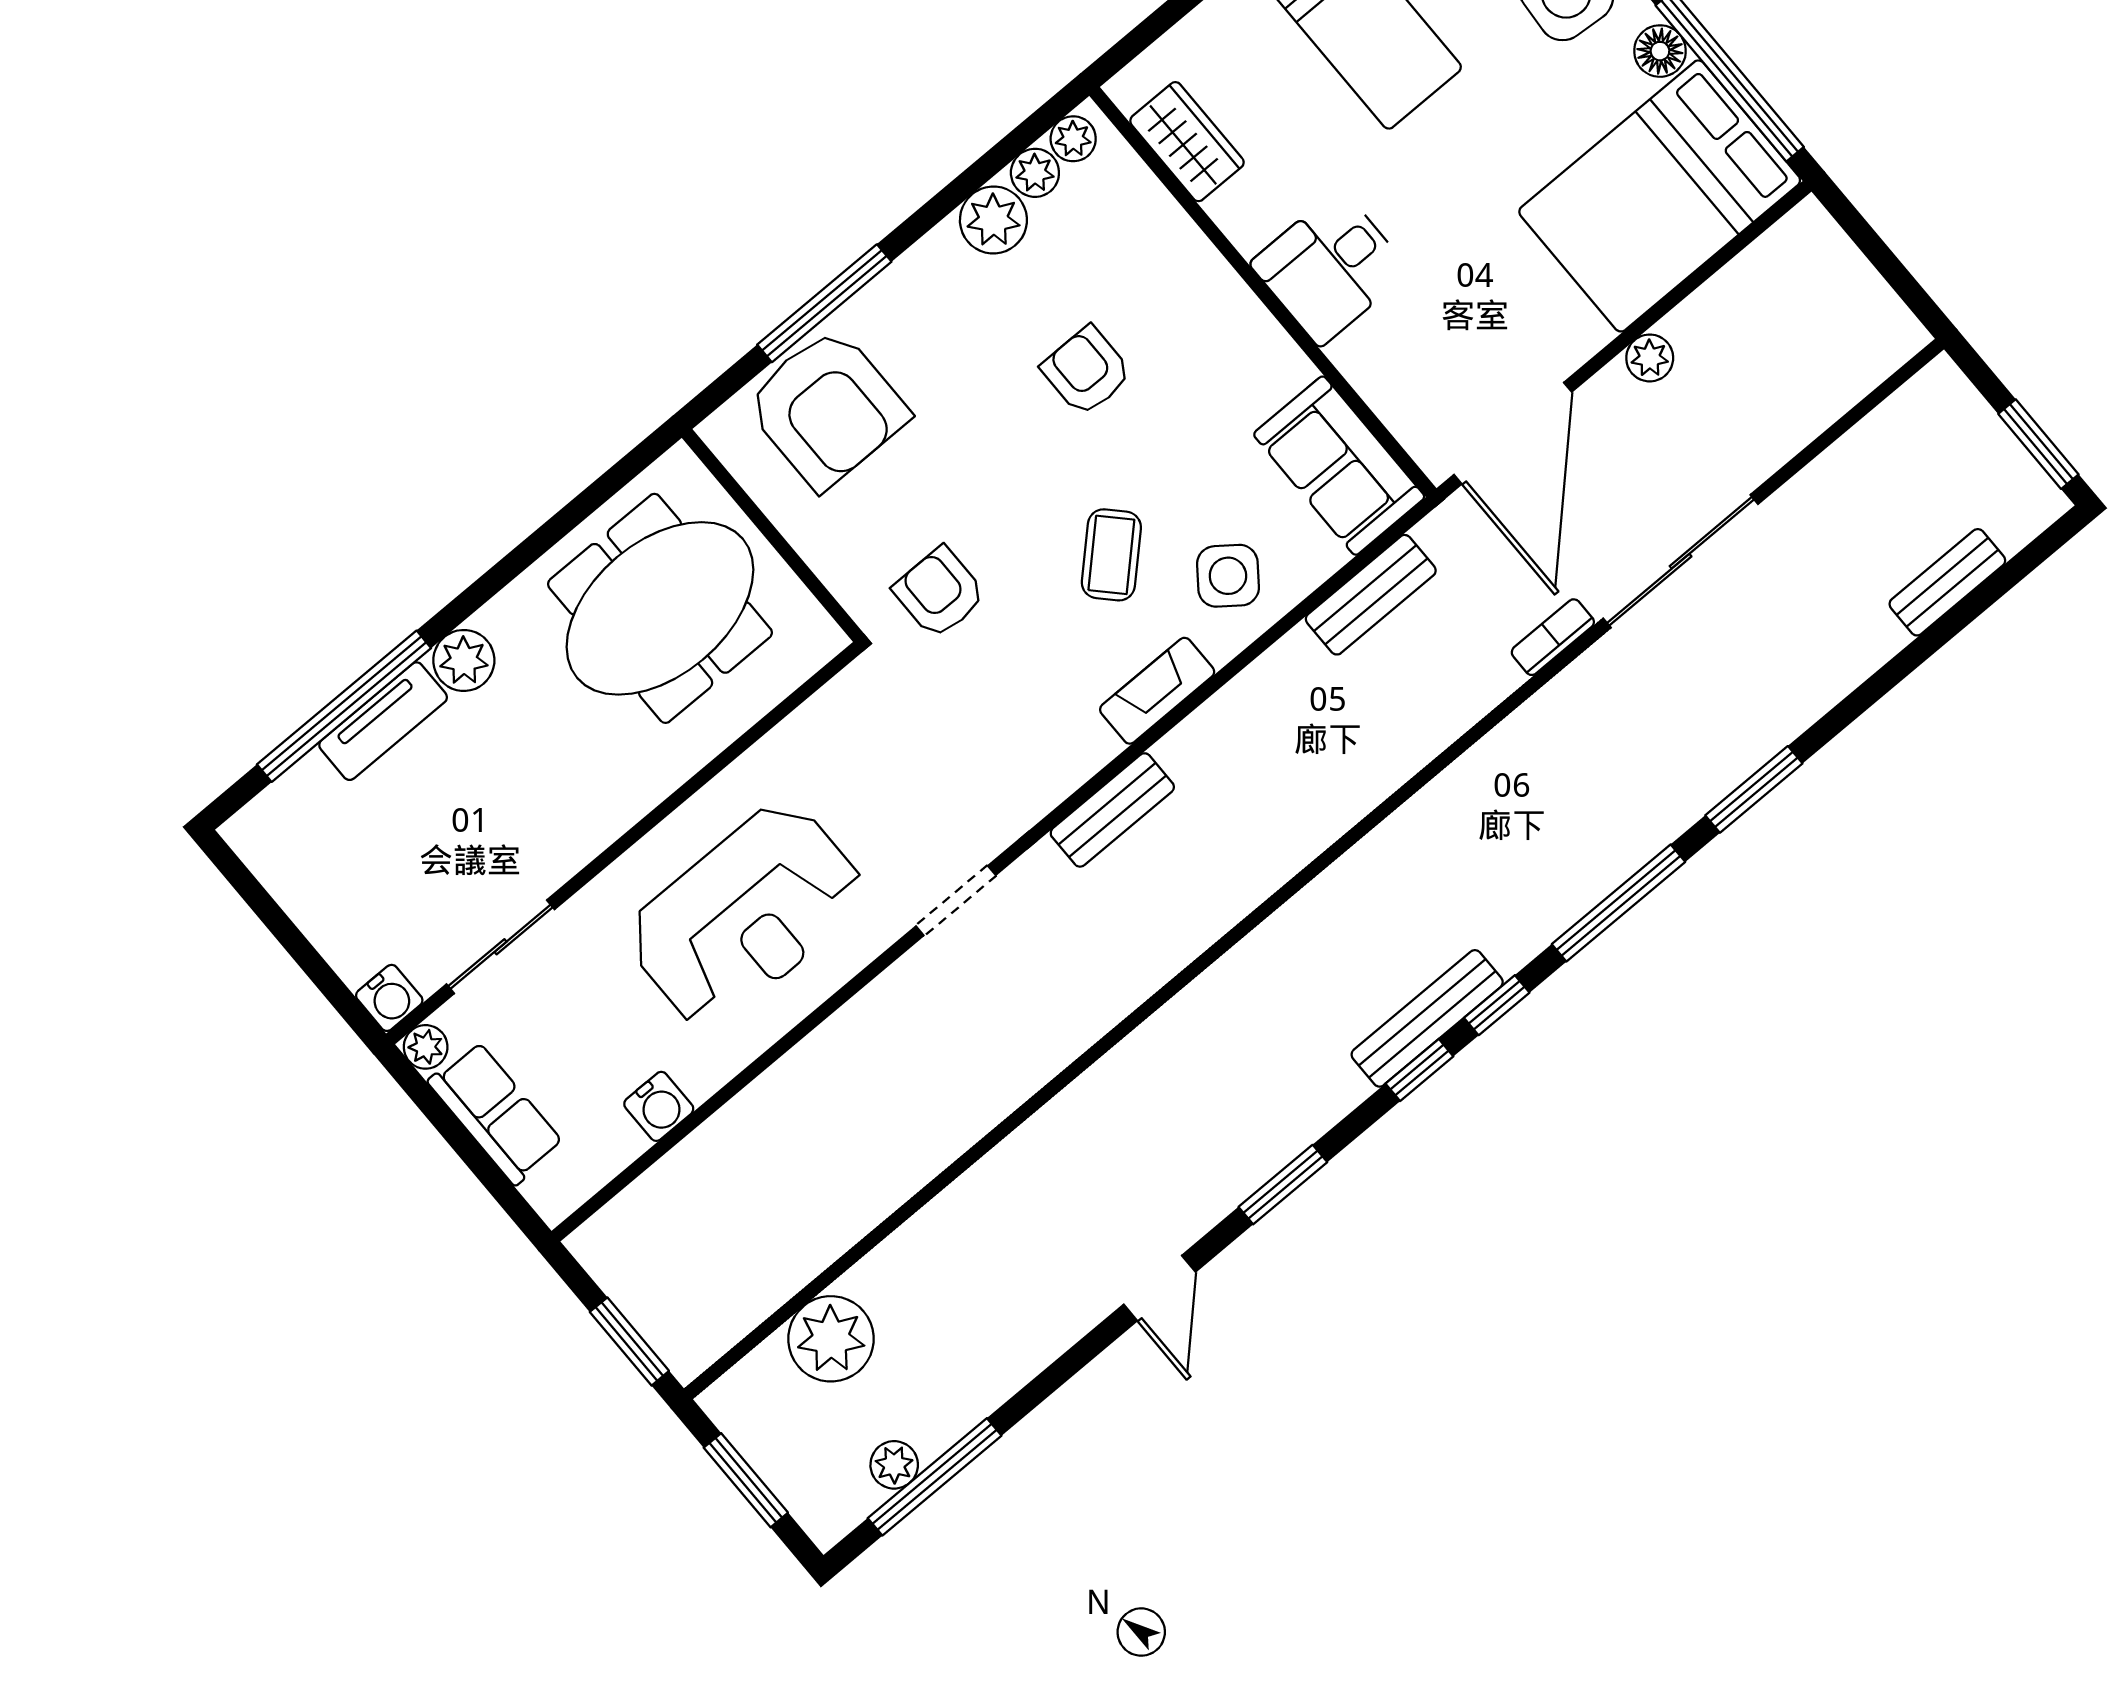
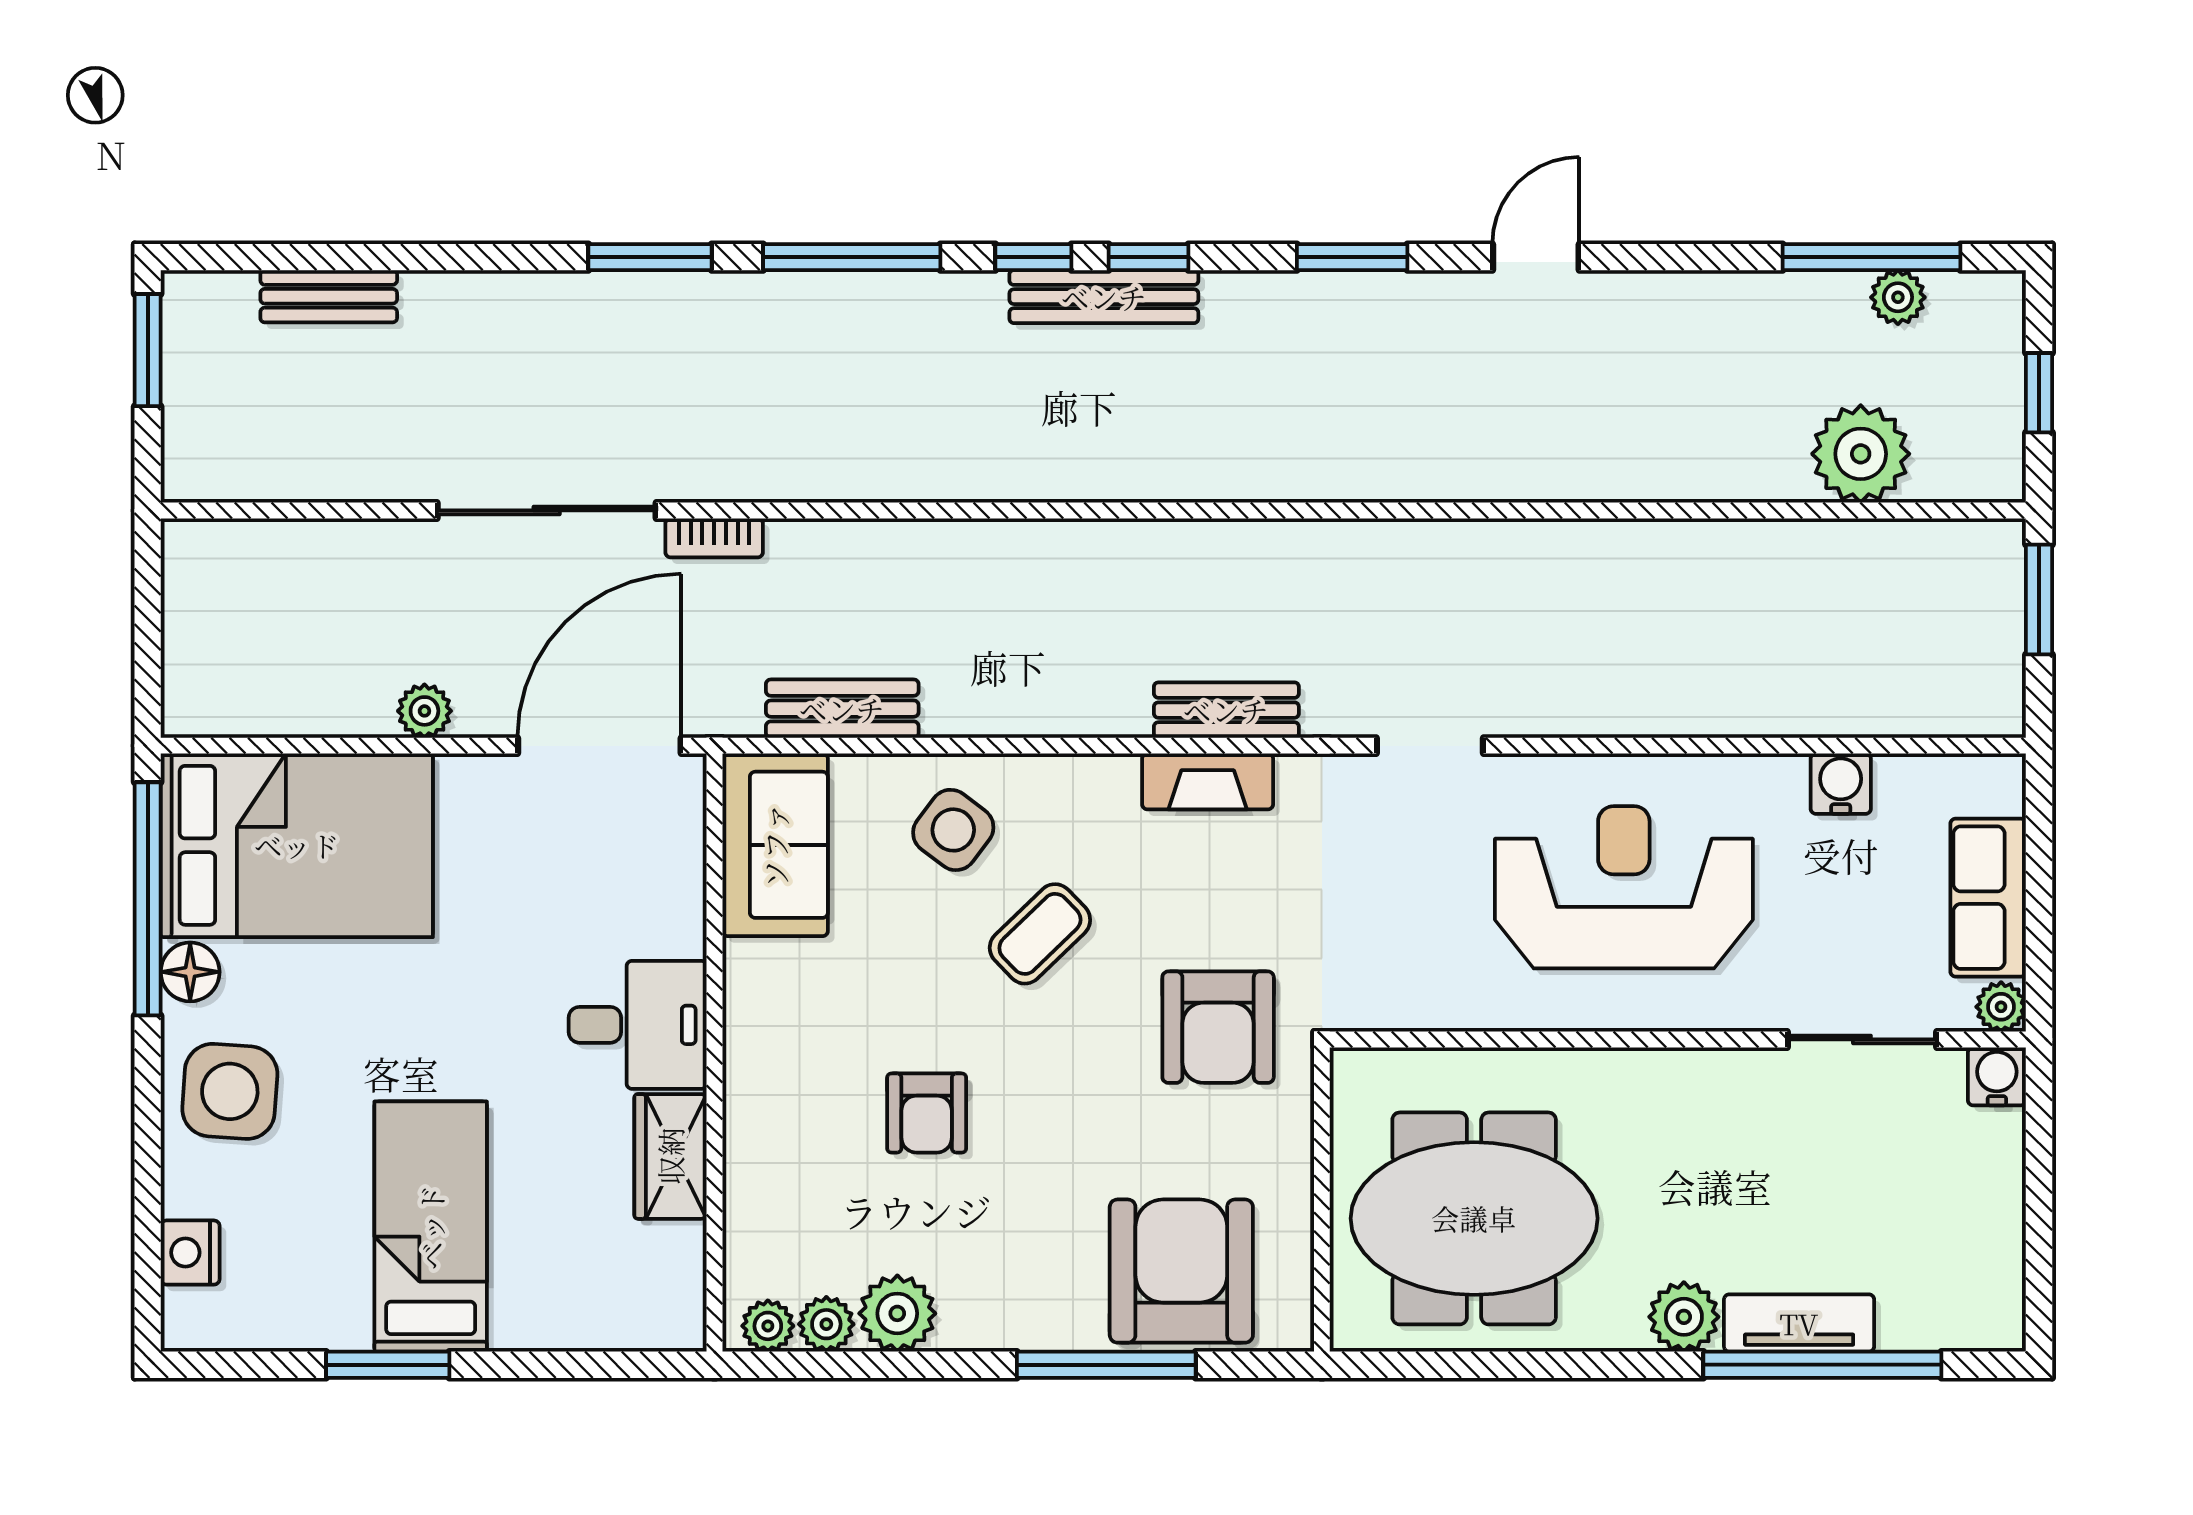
wardrobe: (1187, 142) -> (670, 1156), moved
armchair: (939, 593) -> (1218, 1027), width x1.38, depth x1.38
fireplace: (1157, 691) -> (1208, 781), moved
window: (746, 1480) -> (2039, 393), width x0.67

